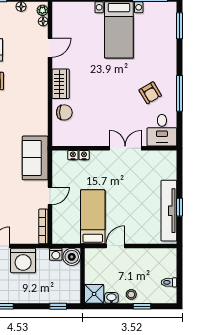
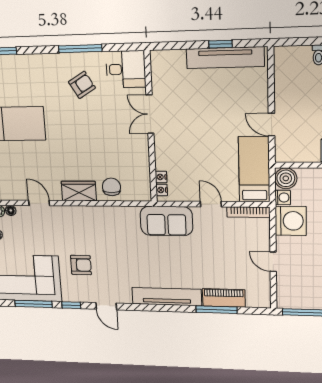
nightstand: (84, 155) -> (162, 190), moved
bed: (93, 217) -> (254, 169), moved, turned 90
washing machine: (23, 261) -> (291, 221), moved

